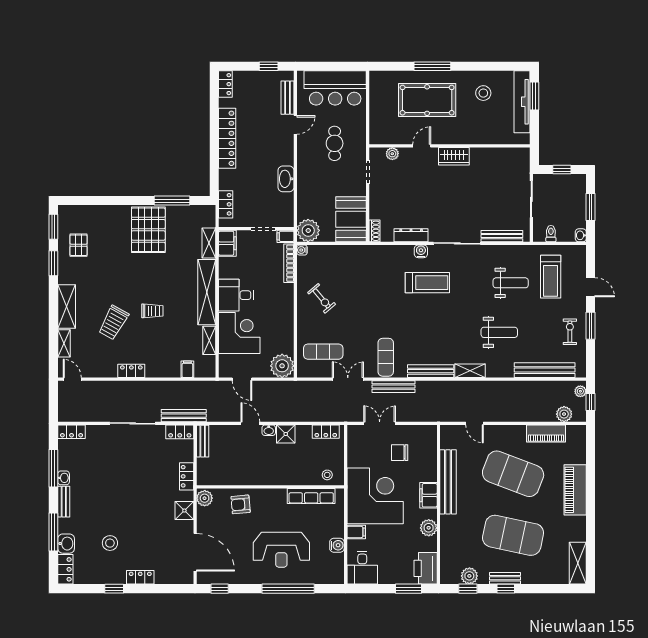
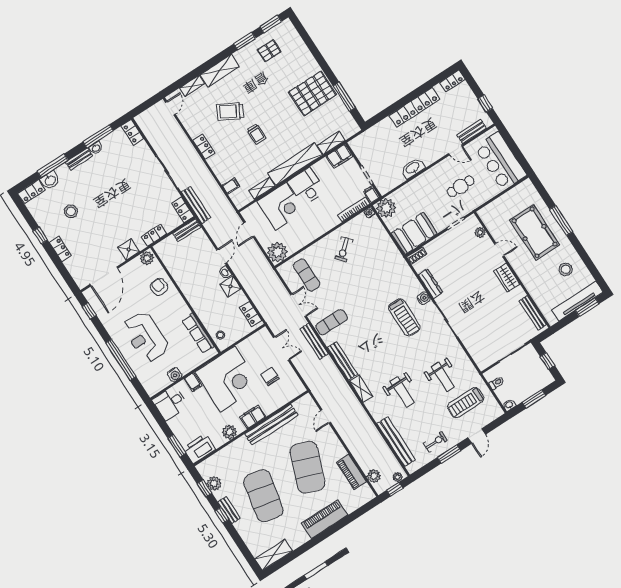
locker: (226, 204) -> (367, 137), removed
bench: (502, 236) -> (533, 313), moved

